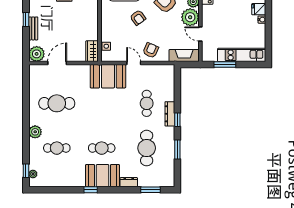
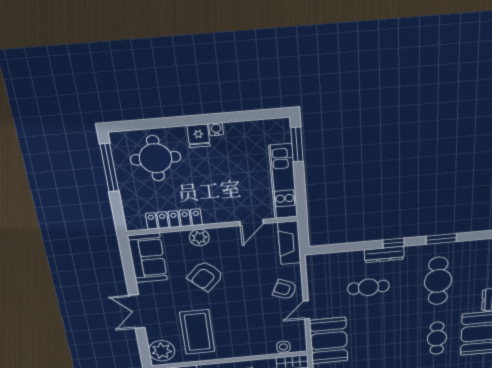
plant: (190, 17) -> (226, 240), removed
armchair: (138, 18) -> (235, 311), removed
kitchen unit: (242, 55) -> (283, 182), moved
window: (225, 64) -> (297, 145), moved
cafe table: (147, 148) -> (438, 281), turned 90

